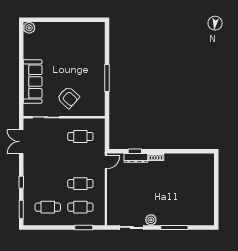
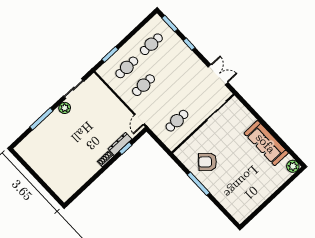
sofa: (33, 81) -> (266, 143), moved
armchair: (68, 97) -> (208, 162), moved

